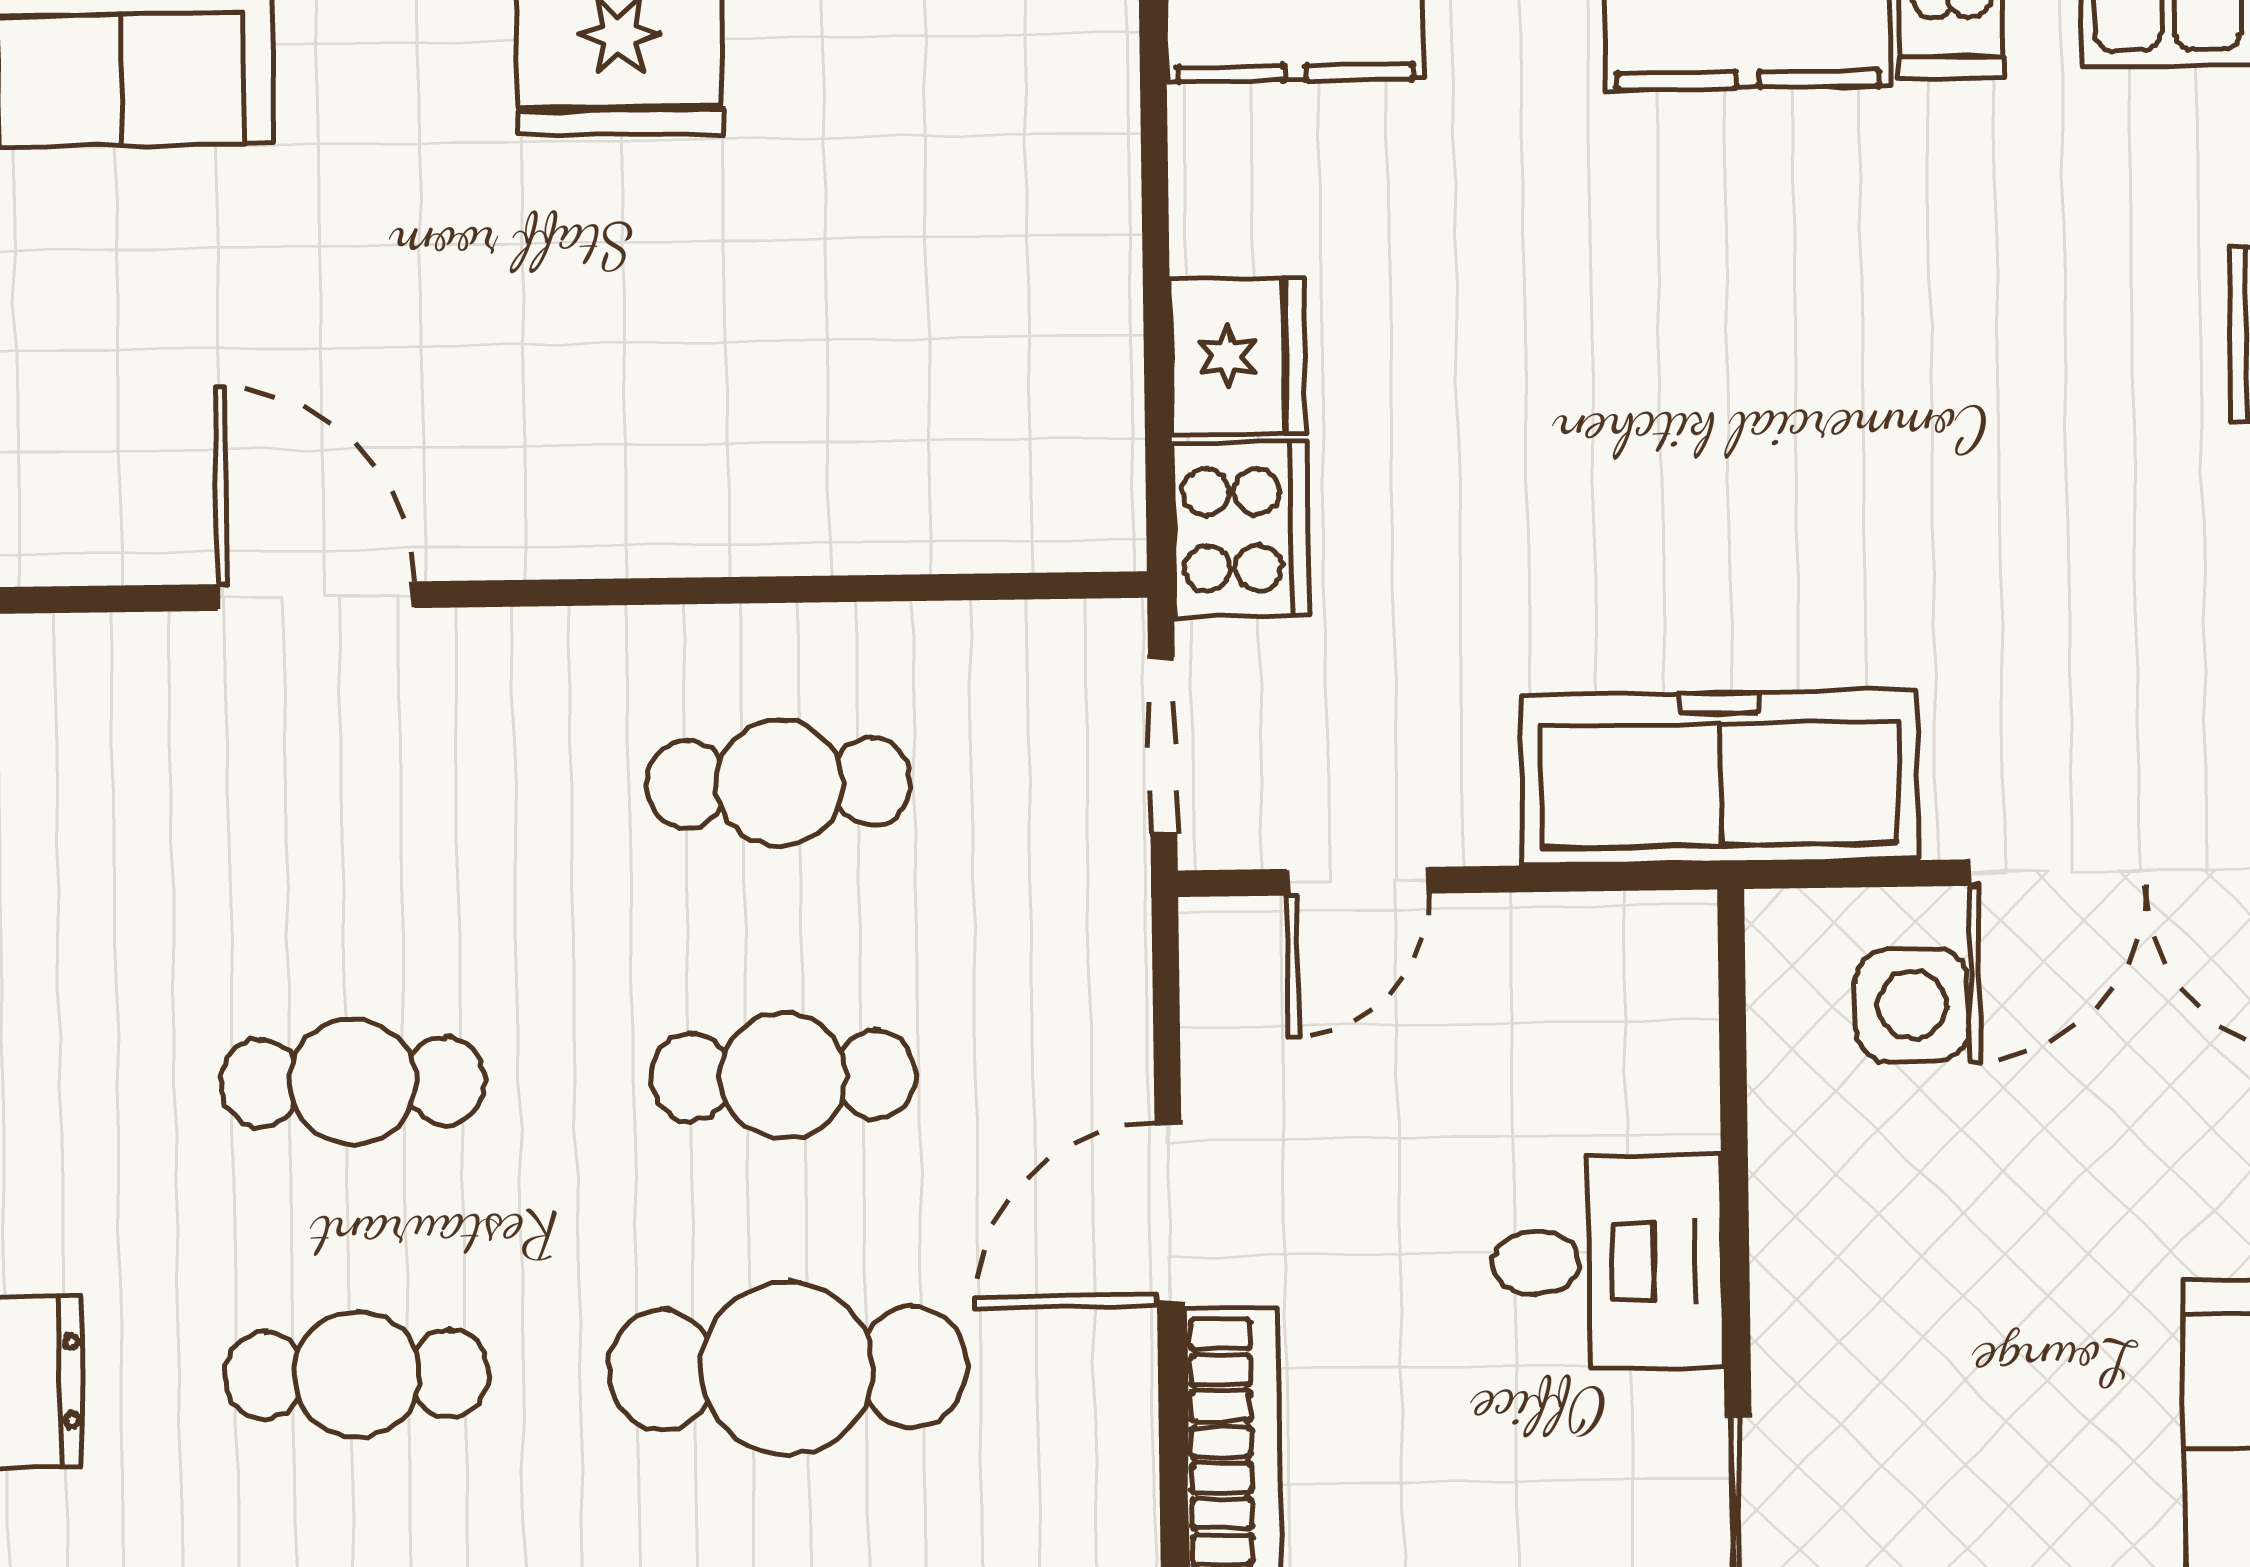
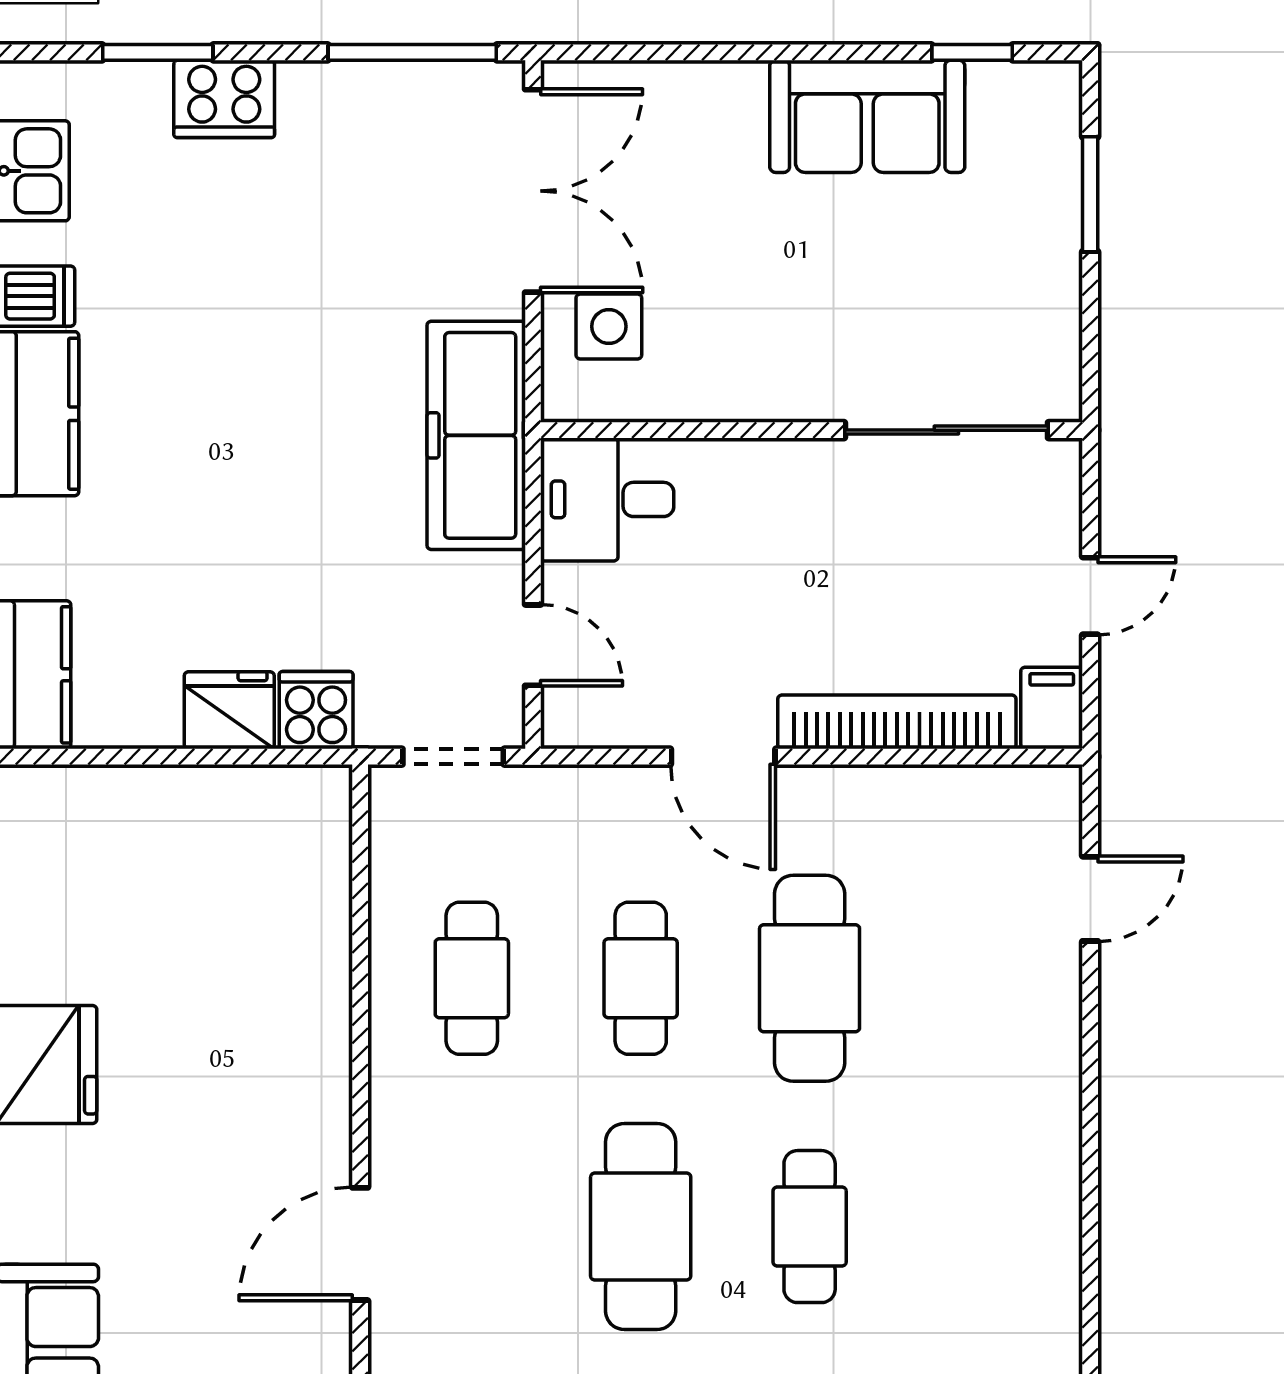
cooker: (1240, 530) -> (316, 710), width x0.73
cafe table: (353, 1082) -> (641, 1227), width x1.37, depth x1.35
desk: (1607, 1262) -> (607, 499), moved, turned -90

